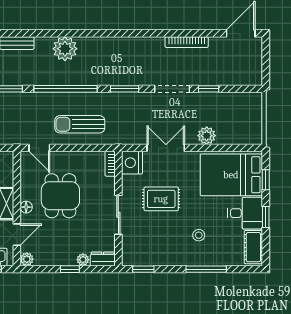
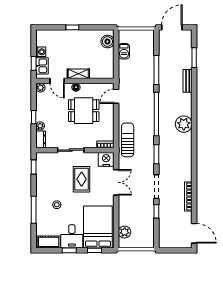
plant: (65, 49) -> (184, 124), moved
sun lounger: (80, 124) -> (128, 140), moved
plant: (207, 136) -> (125, 232), moved

